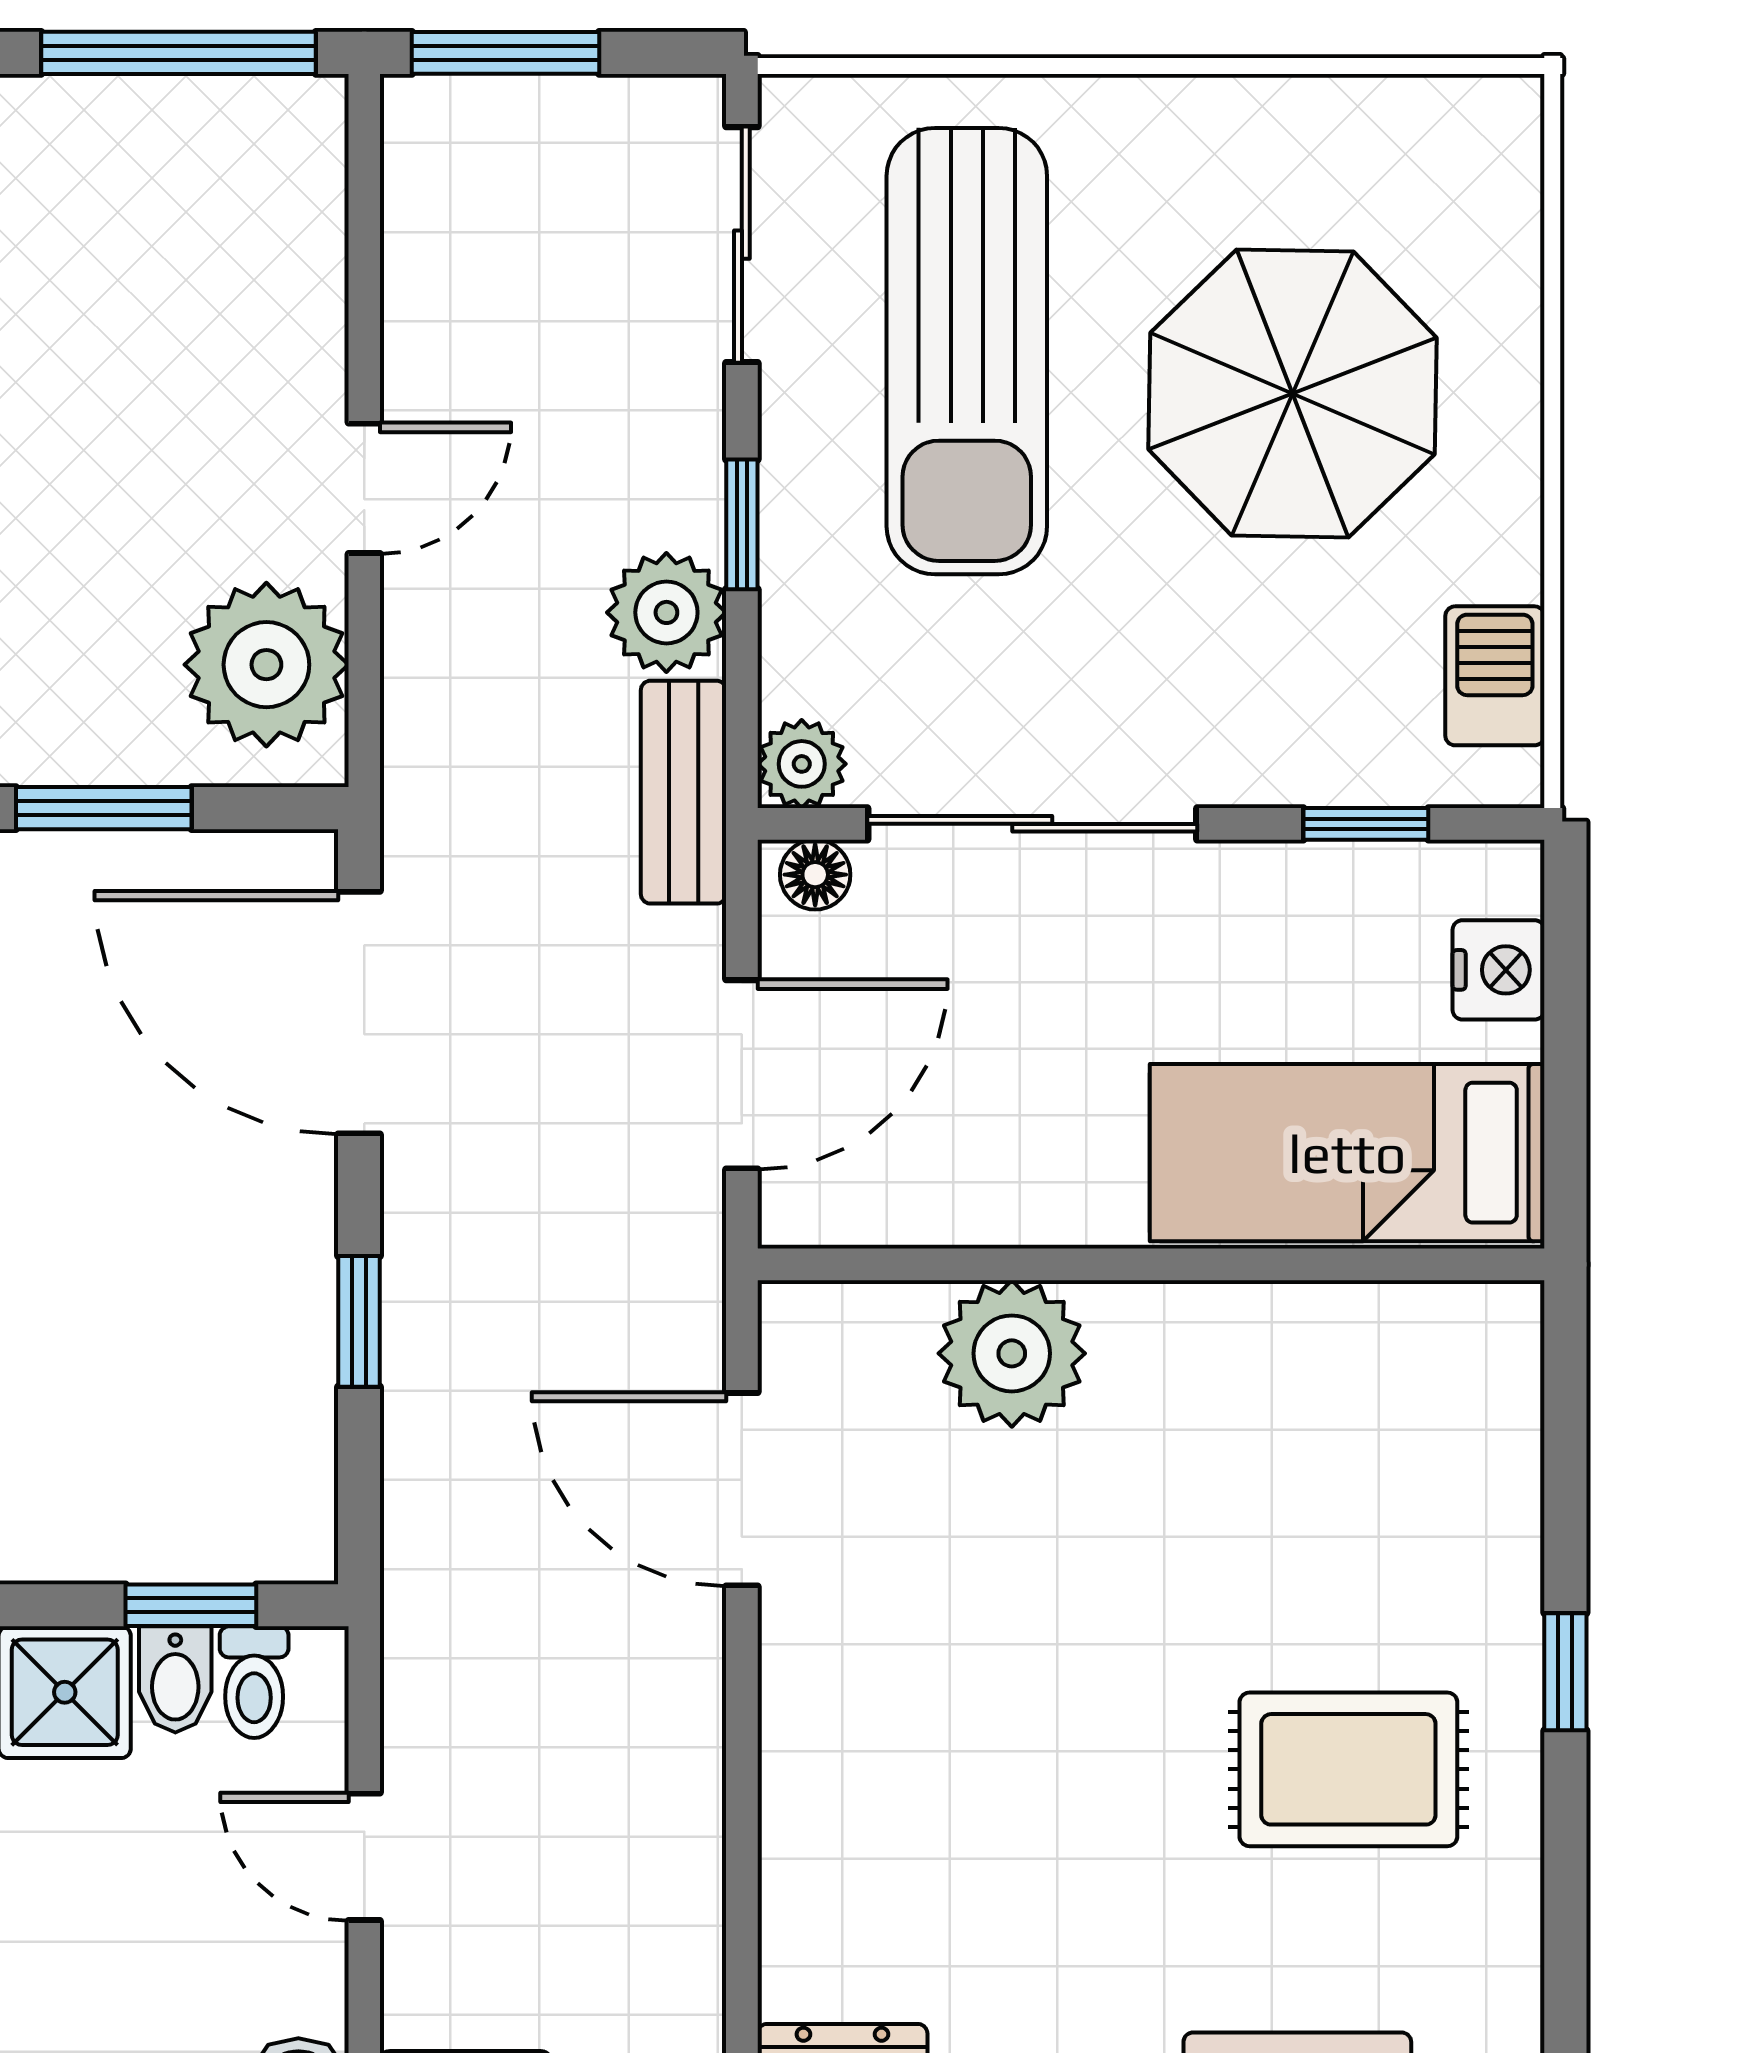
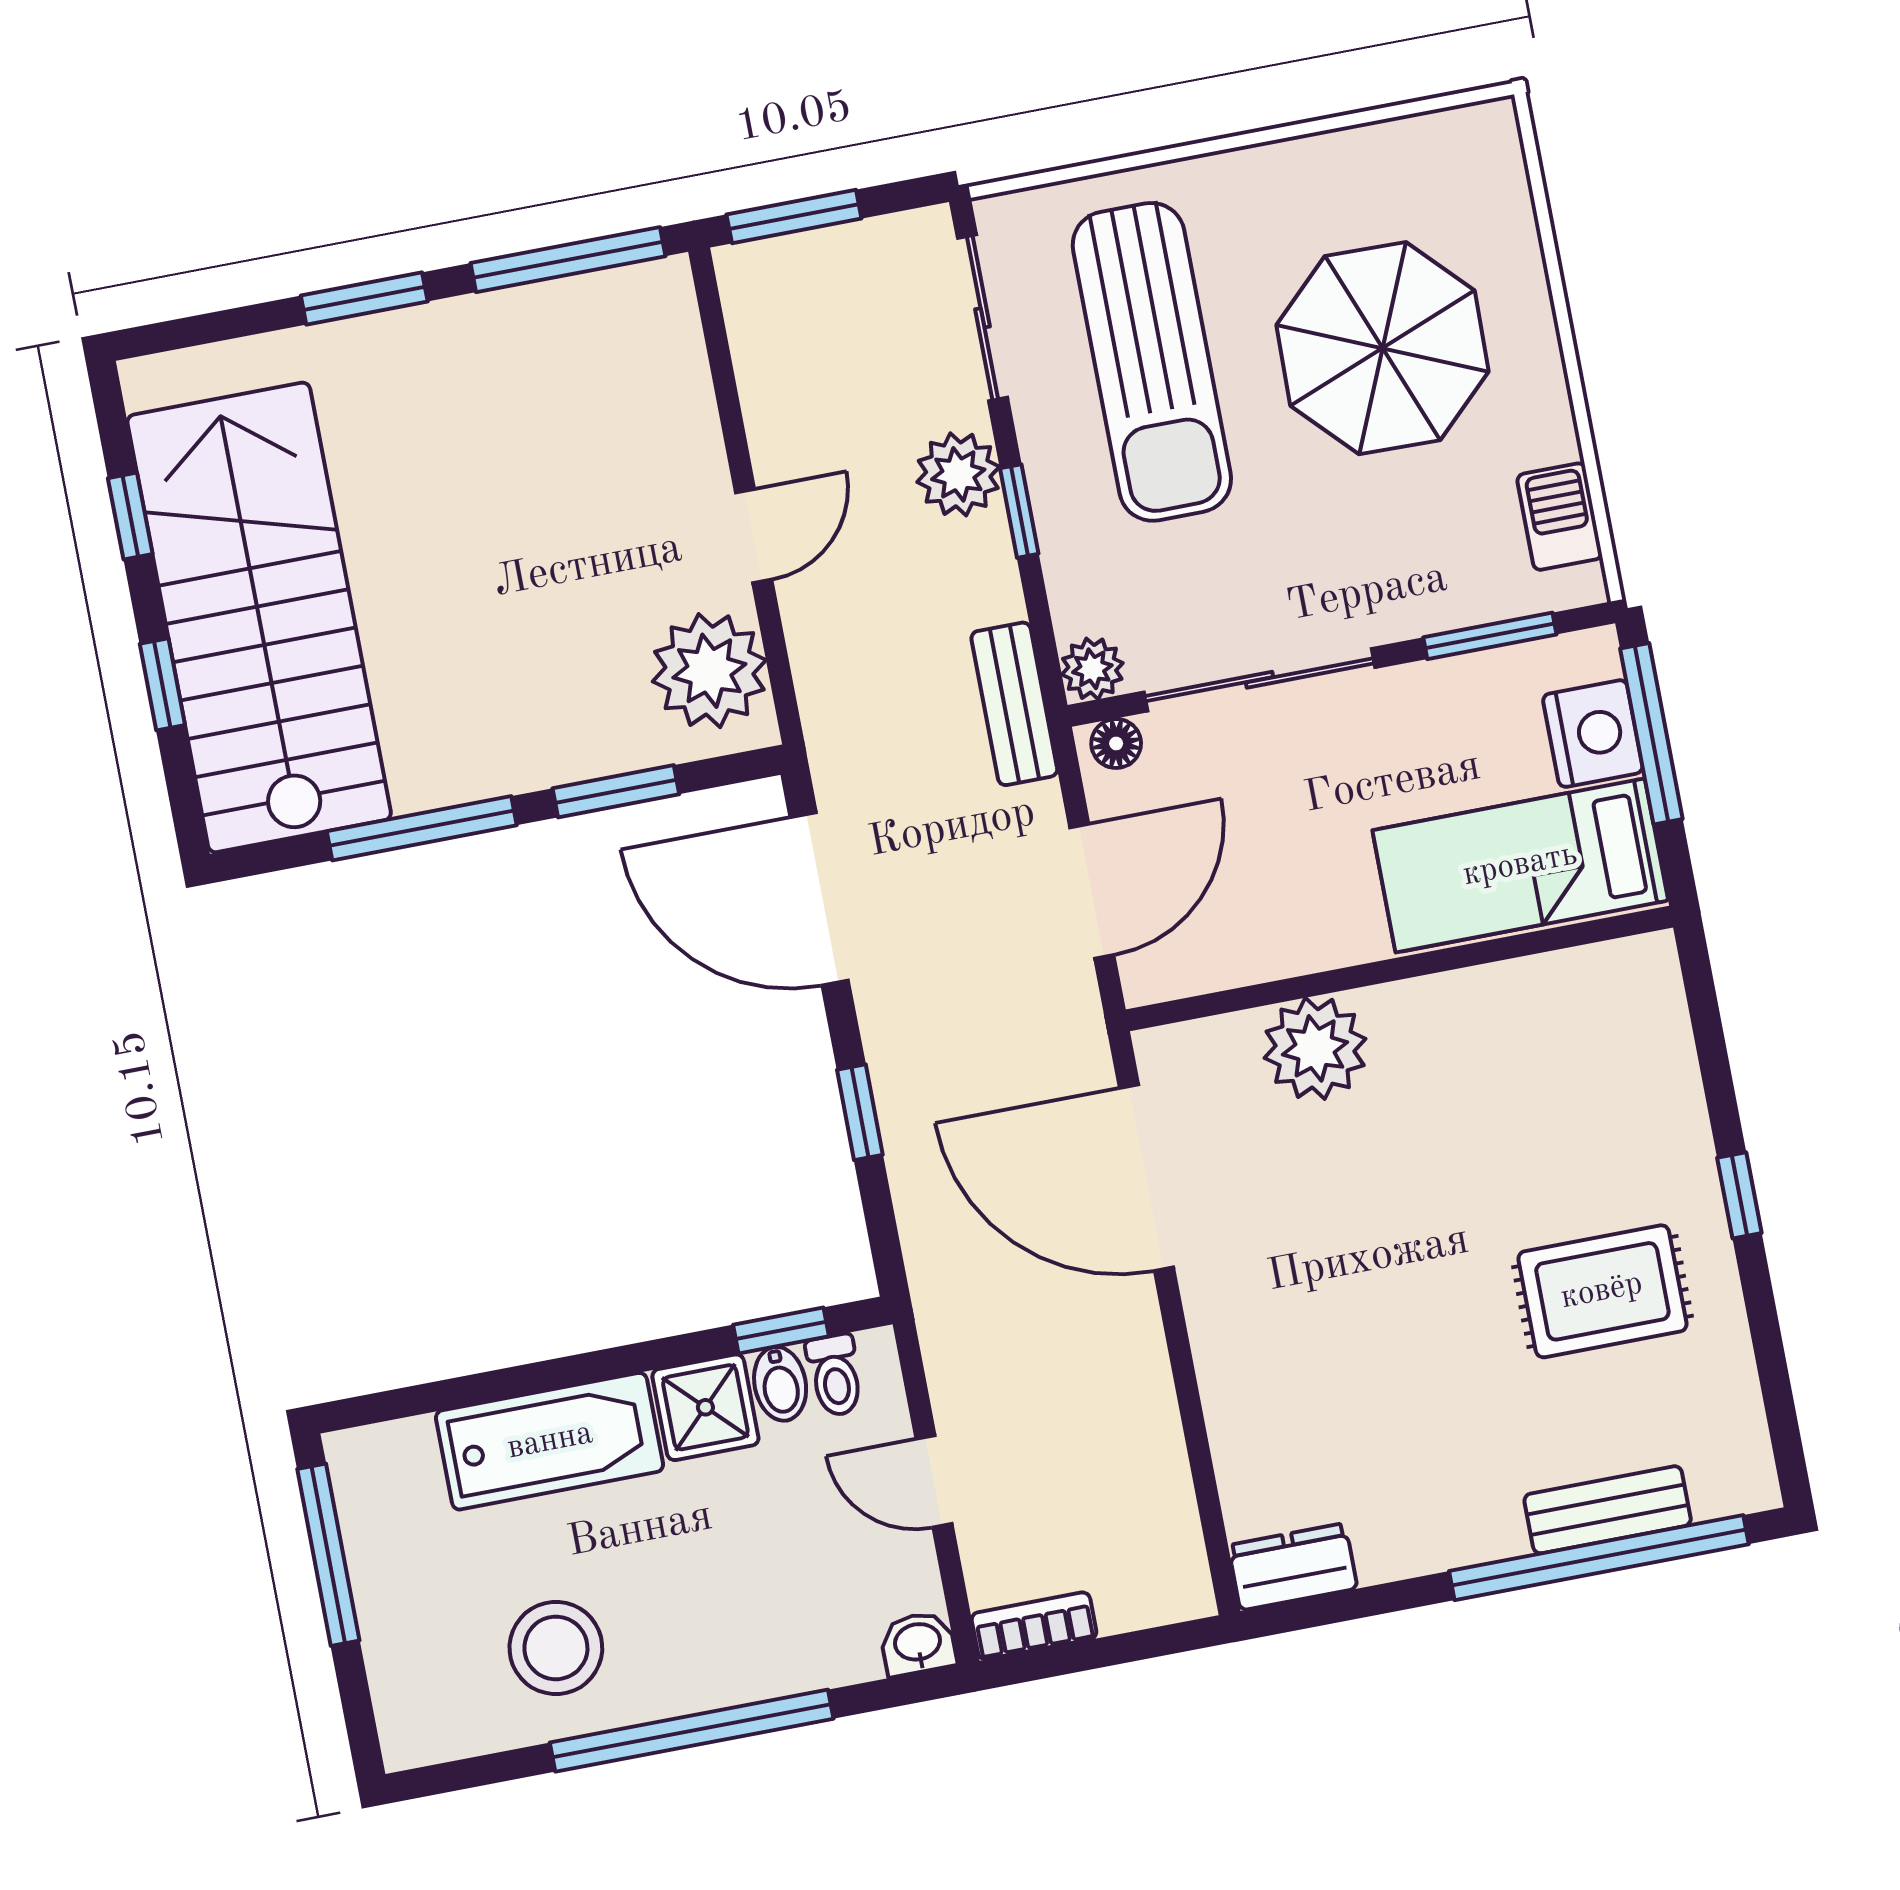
plant: (666, 612) -> (958, 474), moved
window: (1366, 824) -> (1490, 636), width x1.50
nightstand: (1499, 970) -> (1593, 734), width x1.36, depth x1.33
window: (1565, 1004) -> (1651, 734), added
door: (742, 1489) -> (1146, 1178), width x1.36

